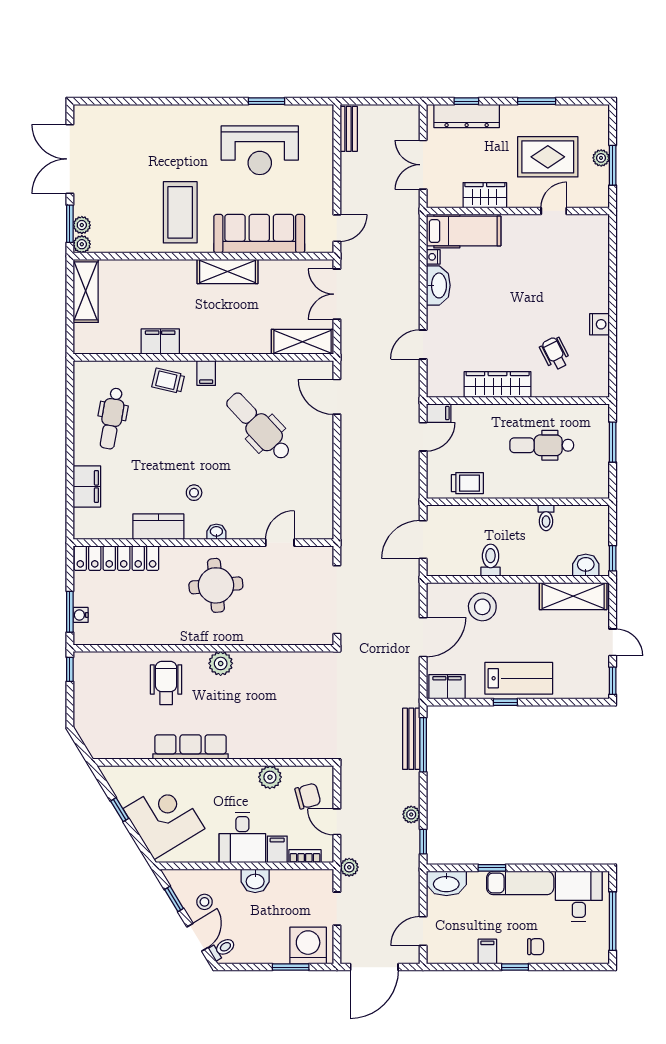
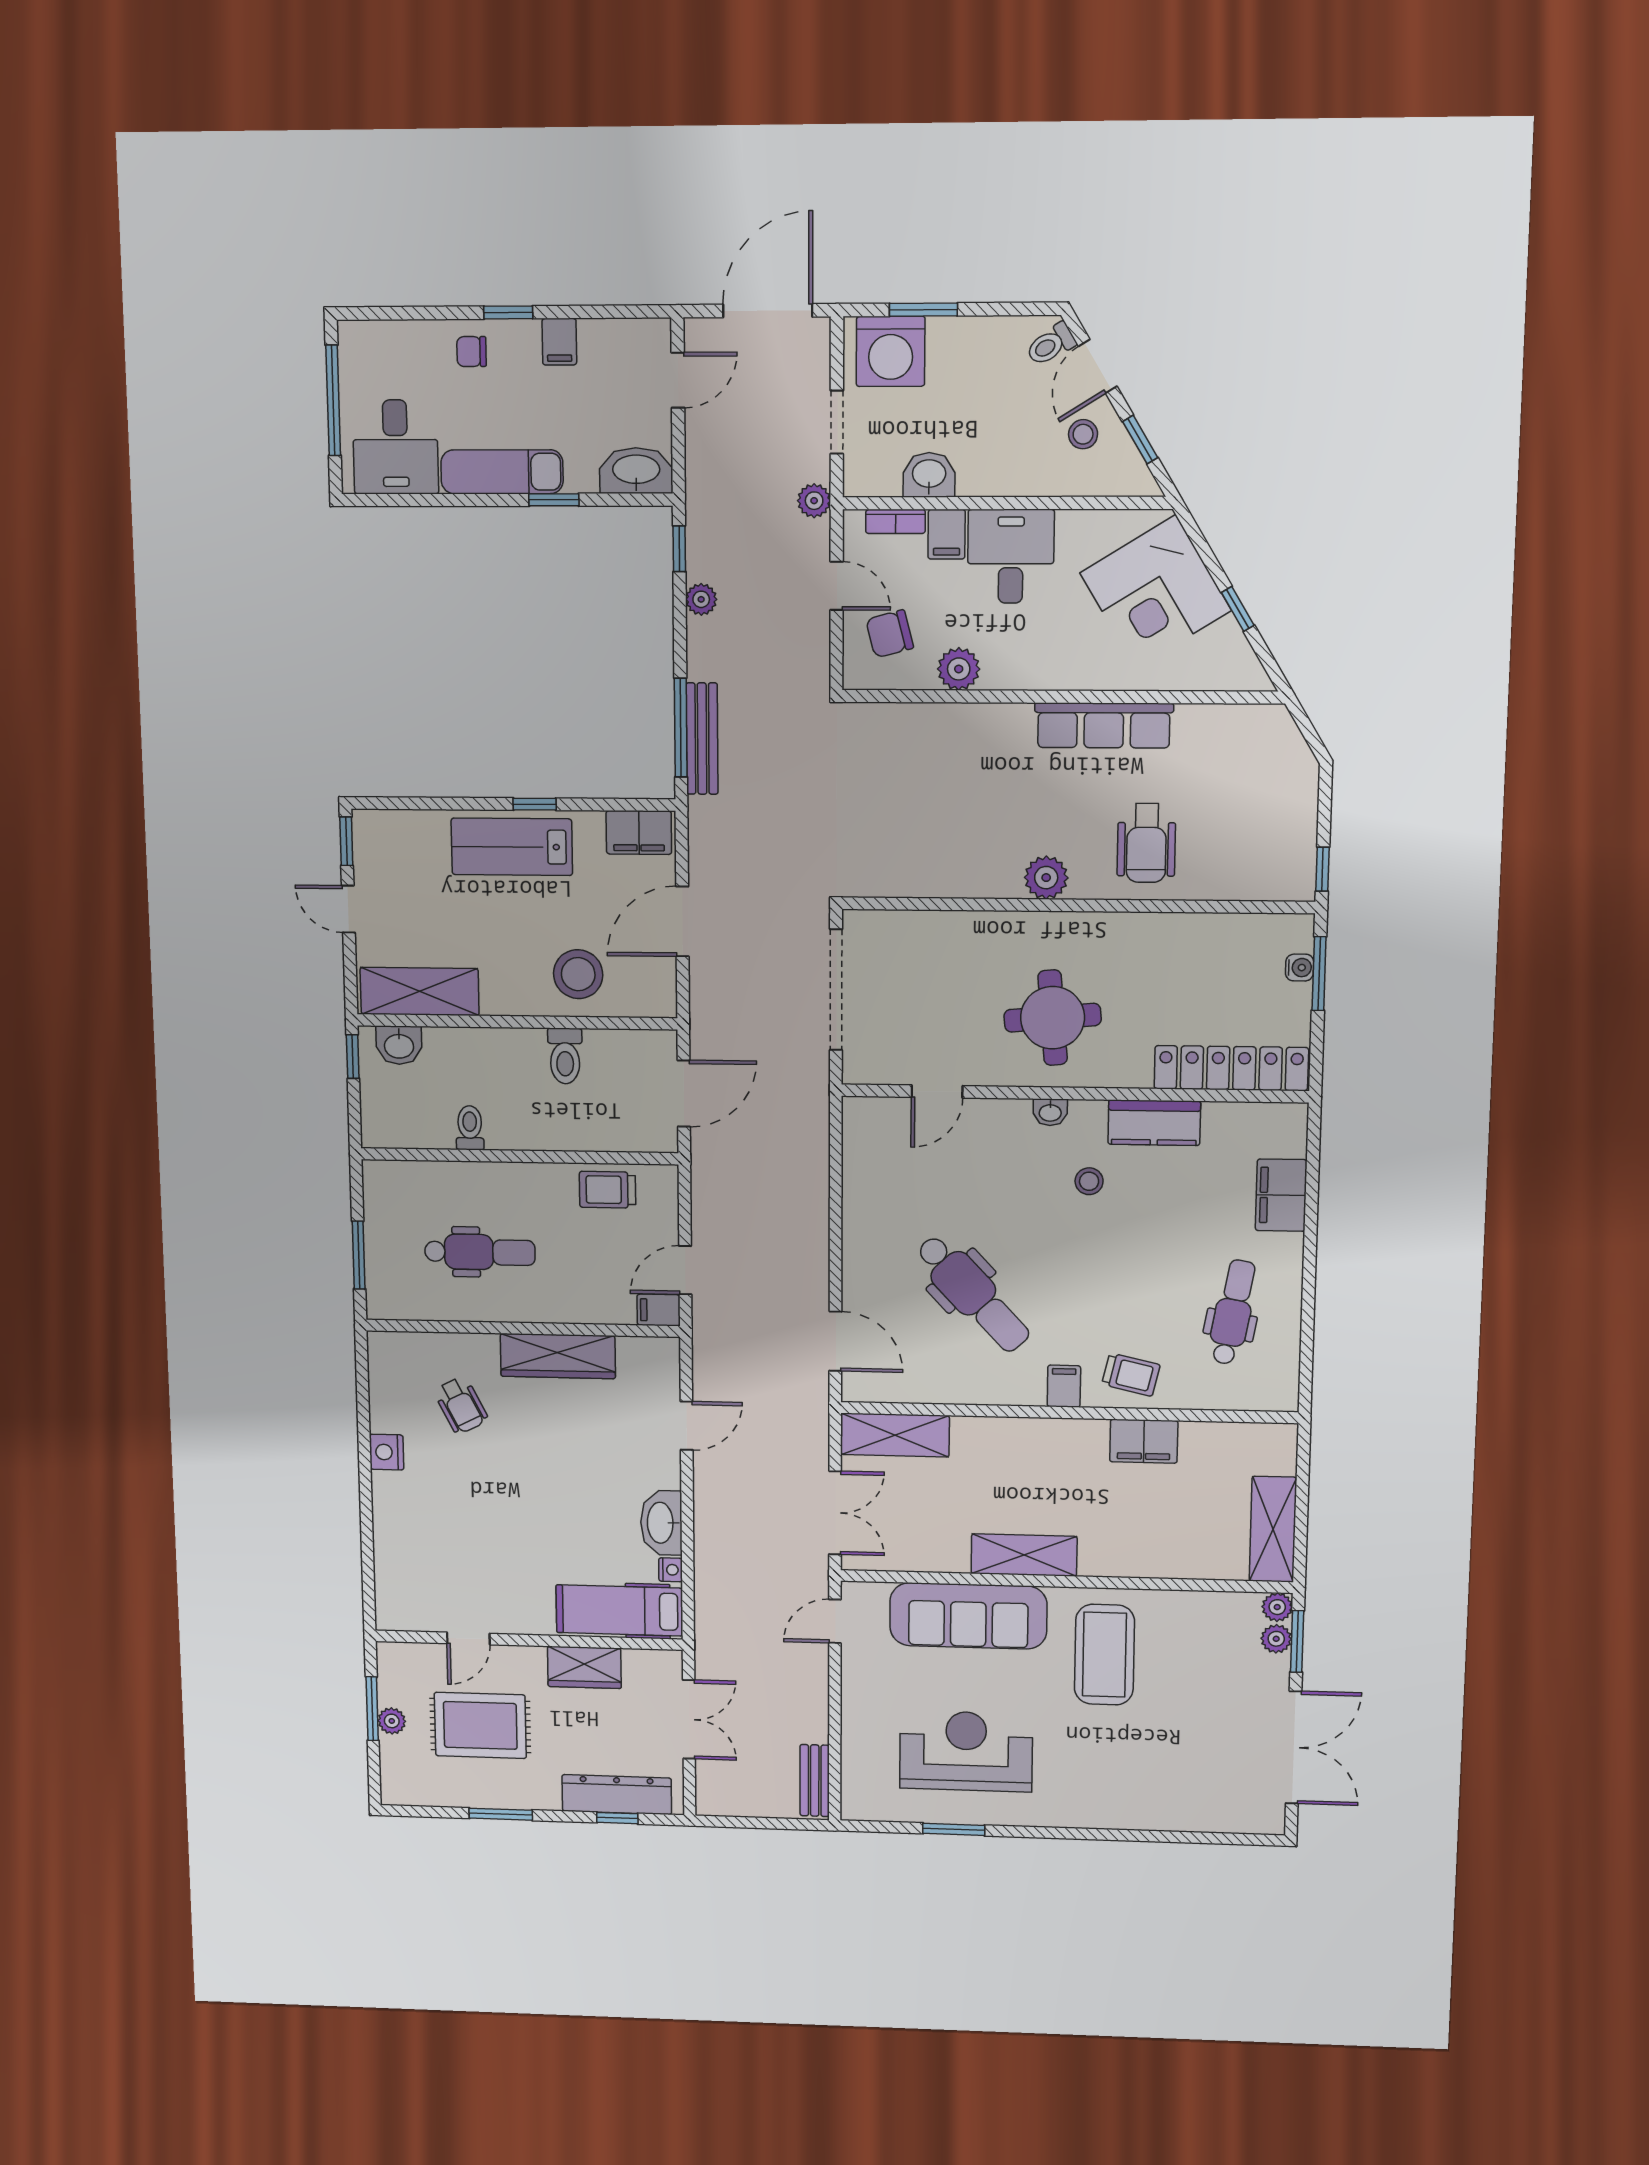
washbasin: (255, 881) -> (929, 475), moved

